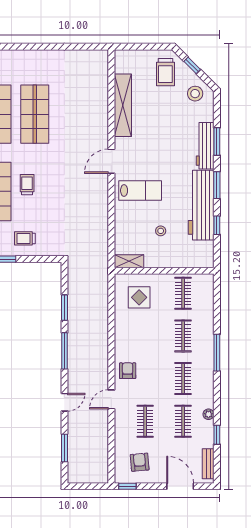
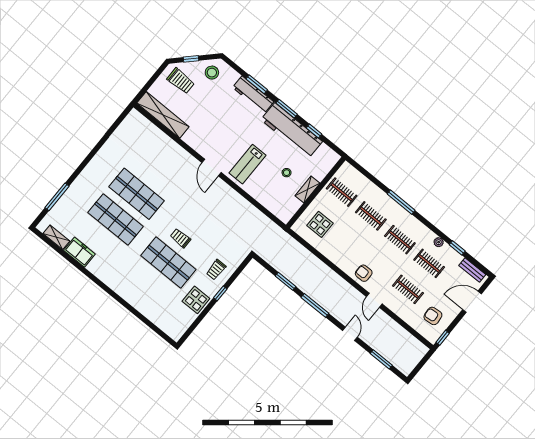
shelving: (123, 105) -> (163, 115), moved
lab bench: (140, 191) -> (247, 164), turned 180
shelving: (129, 261) -> (307, 189), moved

